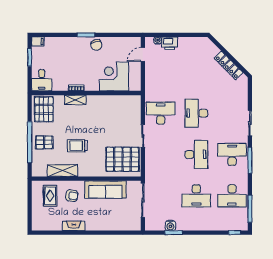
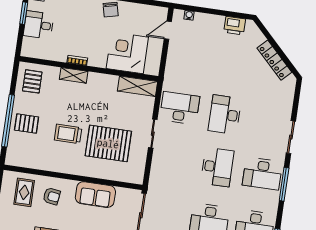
printer: (170, 43) -> (235, 26), moved
desk: (42, 80) -> (39, 25), moved, turned 90
pallet: (44, 109) -> (32, 81), width x0.67, depth x0.71
desk: (232, 154) -> (262, 174), turned 180
pallet: (122, 159) -> (108, 143), moved
shelving: (62, 171) -> (138, 86), moved
sofa: (105, 189) -> (95, 195), width x0.73

